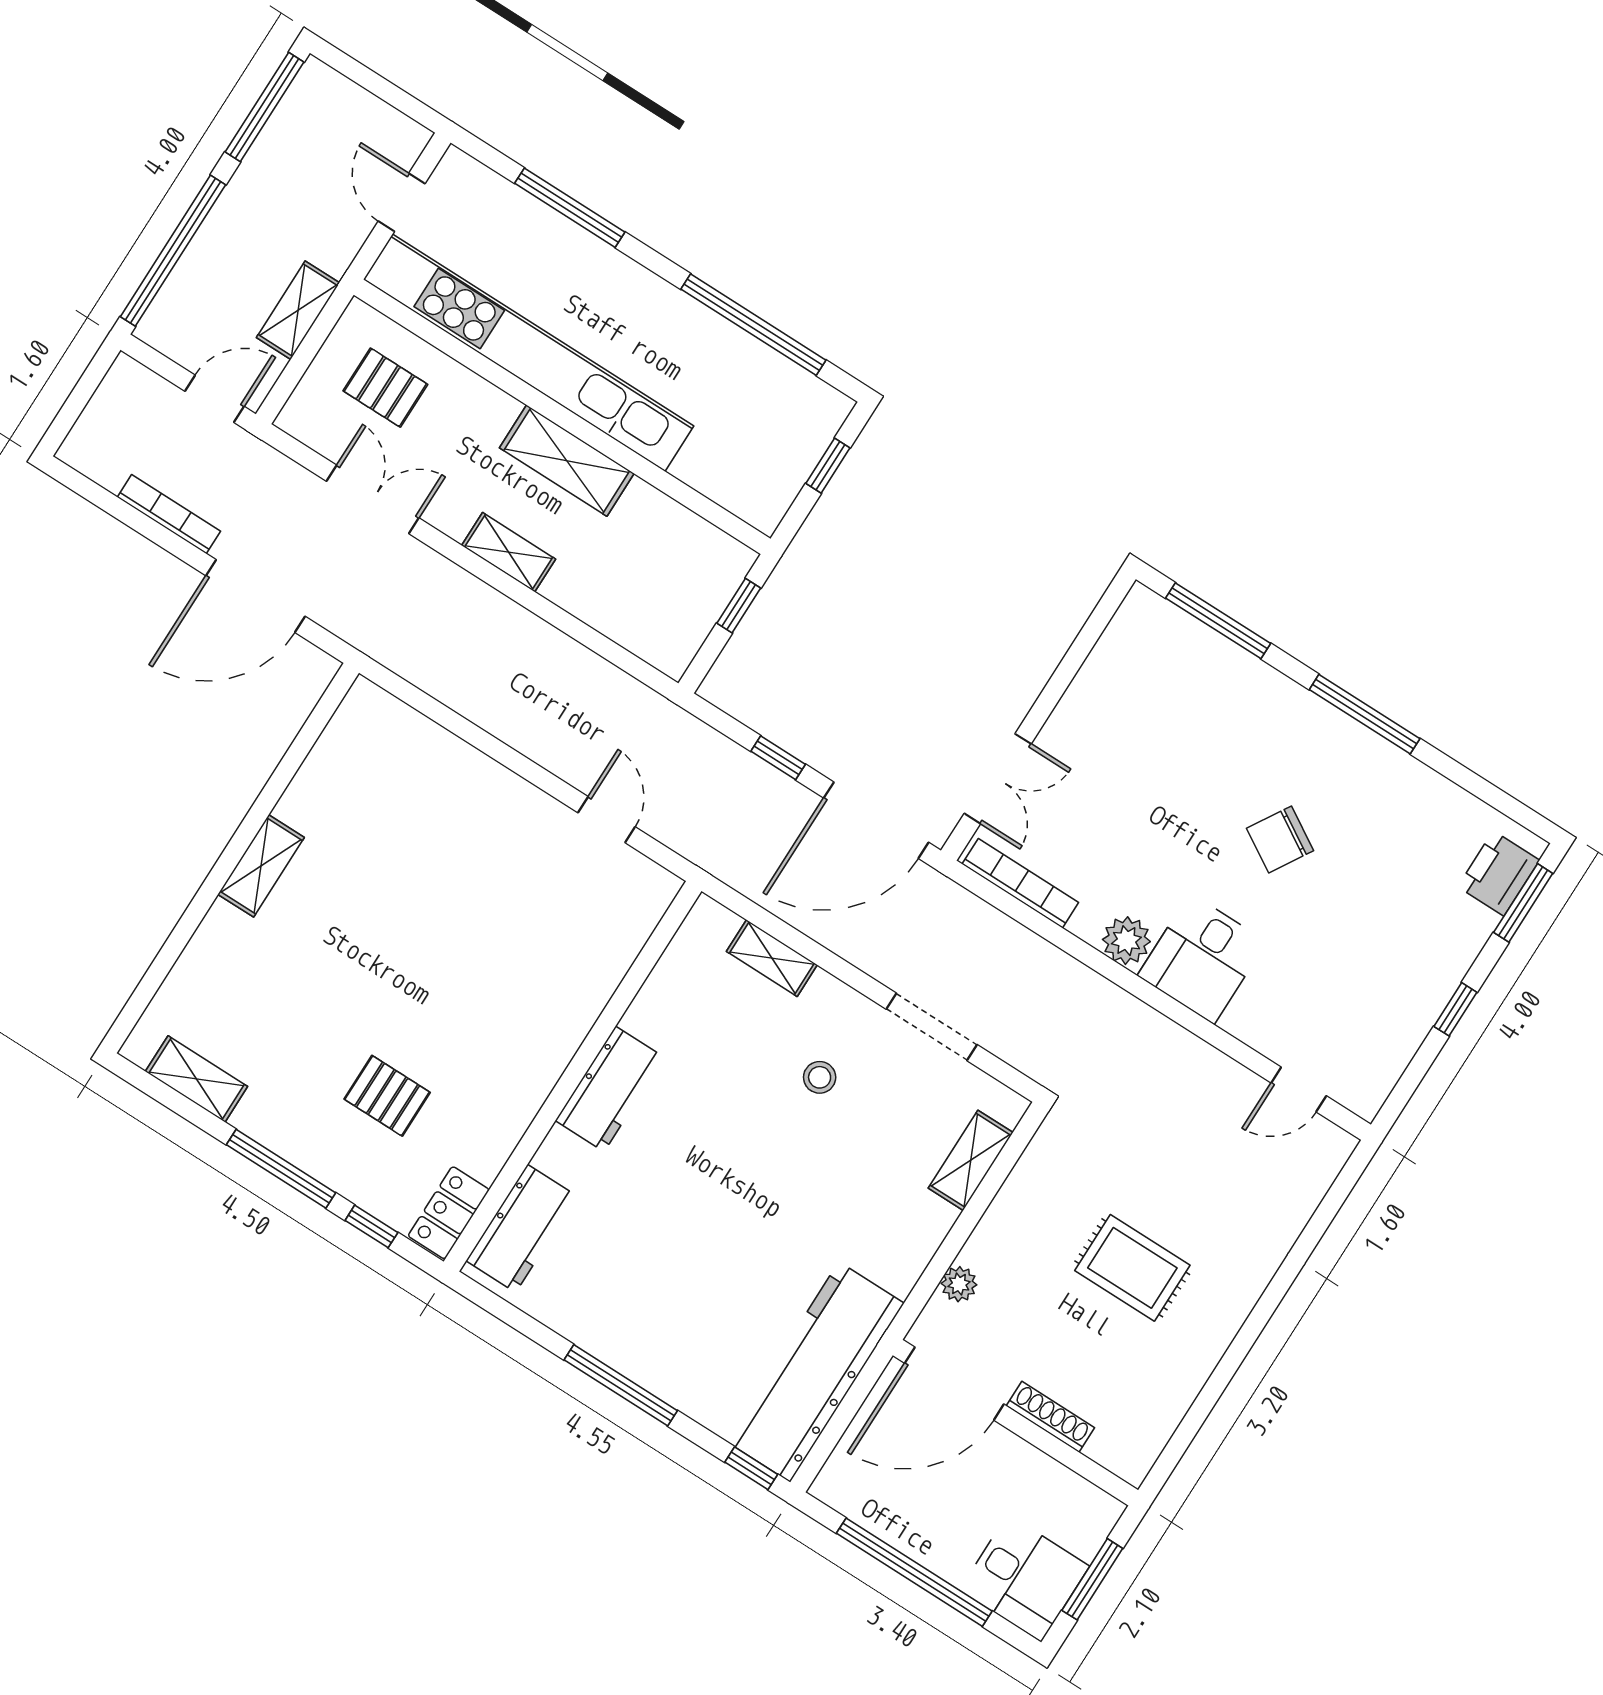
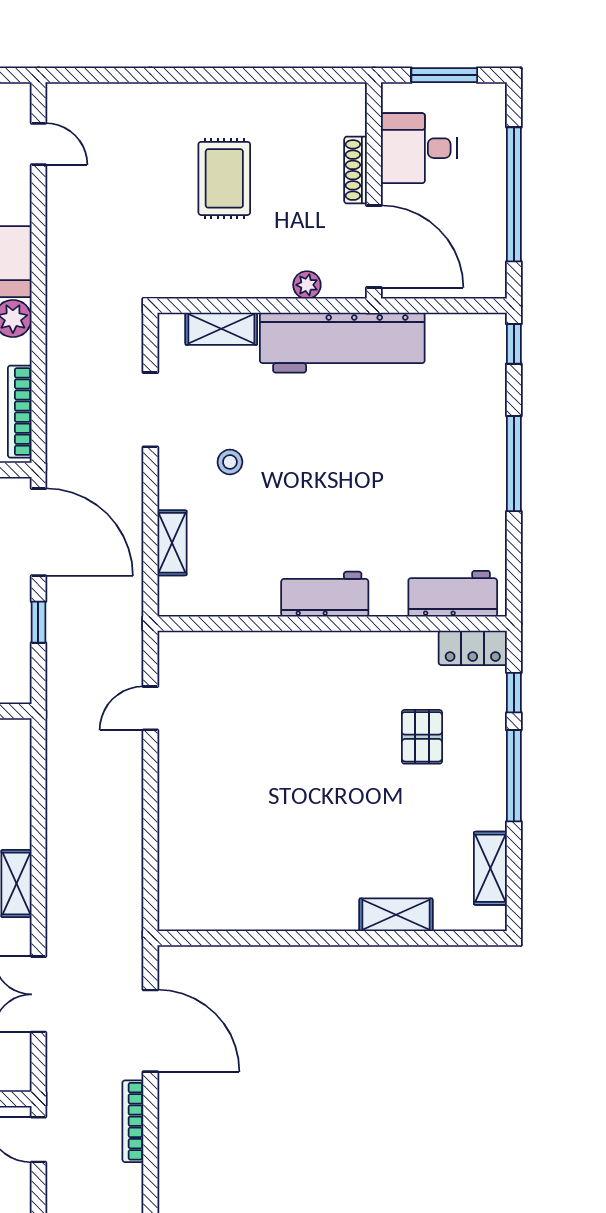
shelving: (261, 866) -> (396, 915), moved
workbench: (815, 1372) -> (342, 343), moved
desk: (1024, 1578) -> (419, 148), moved, turned -90

